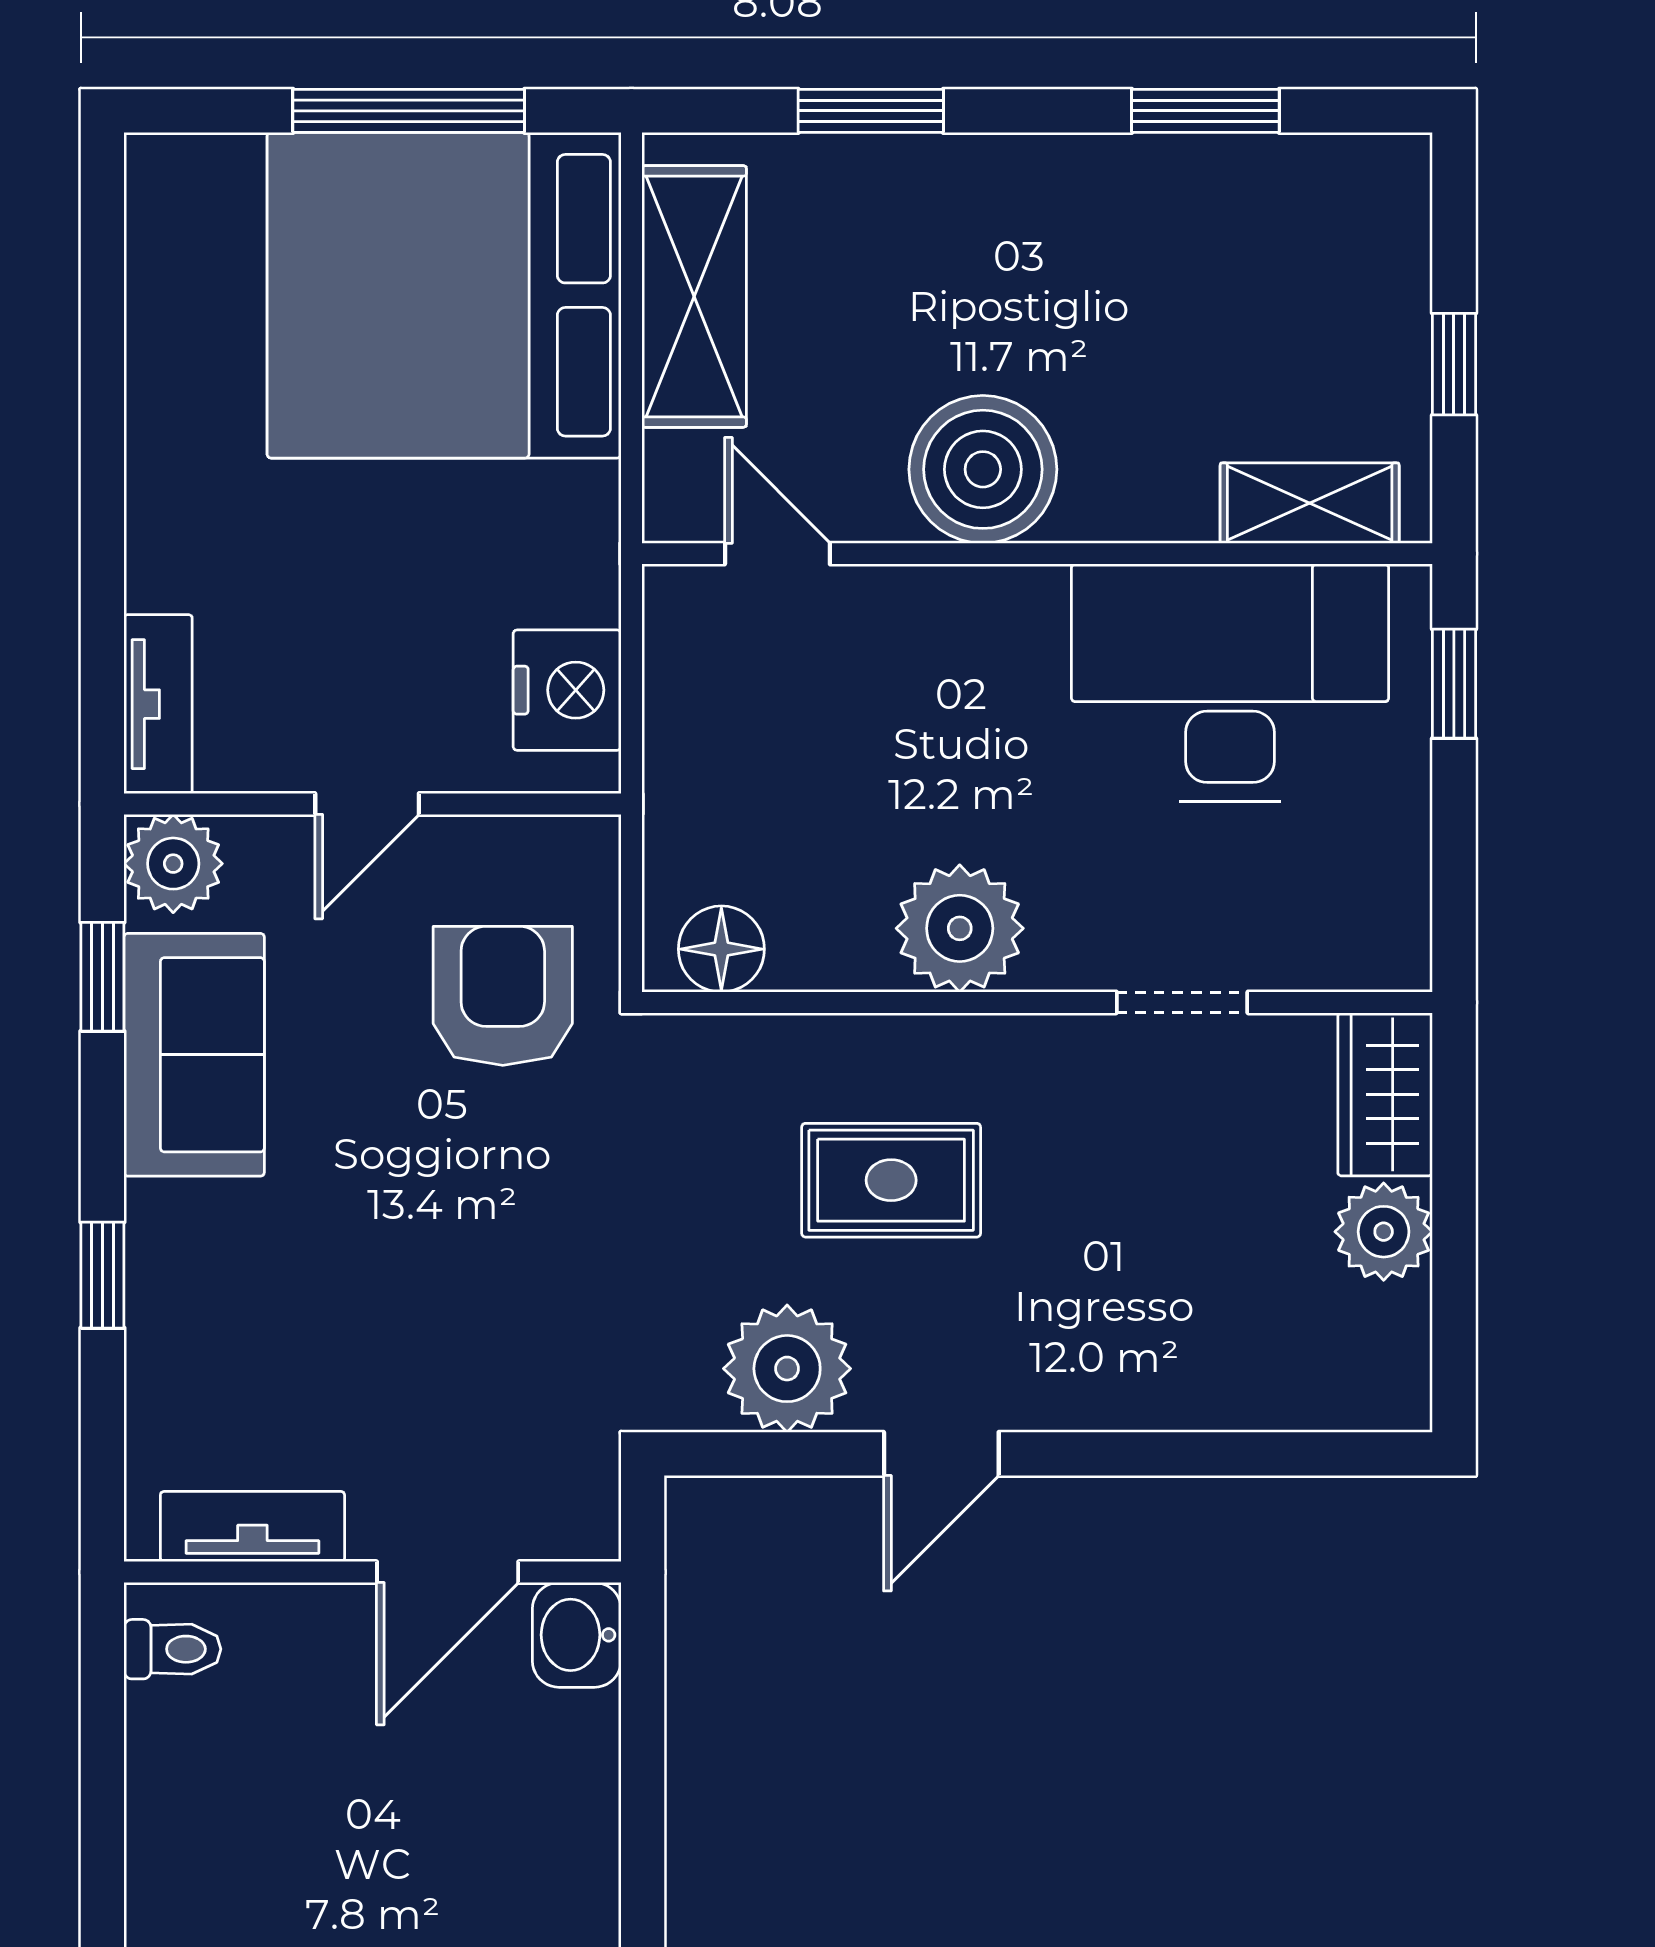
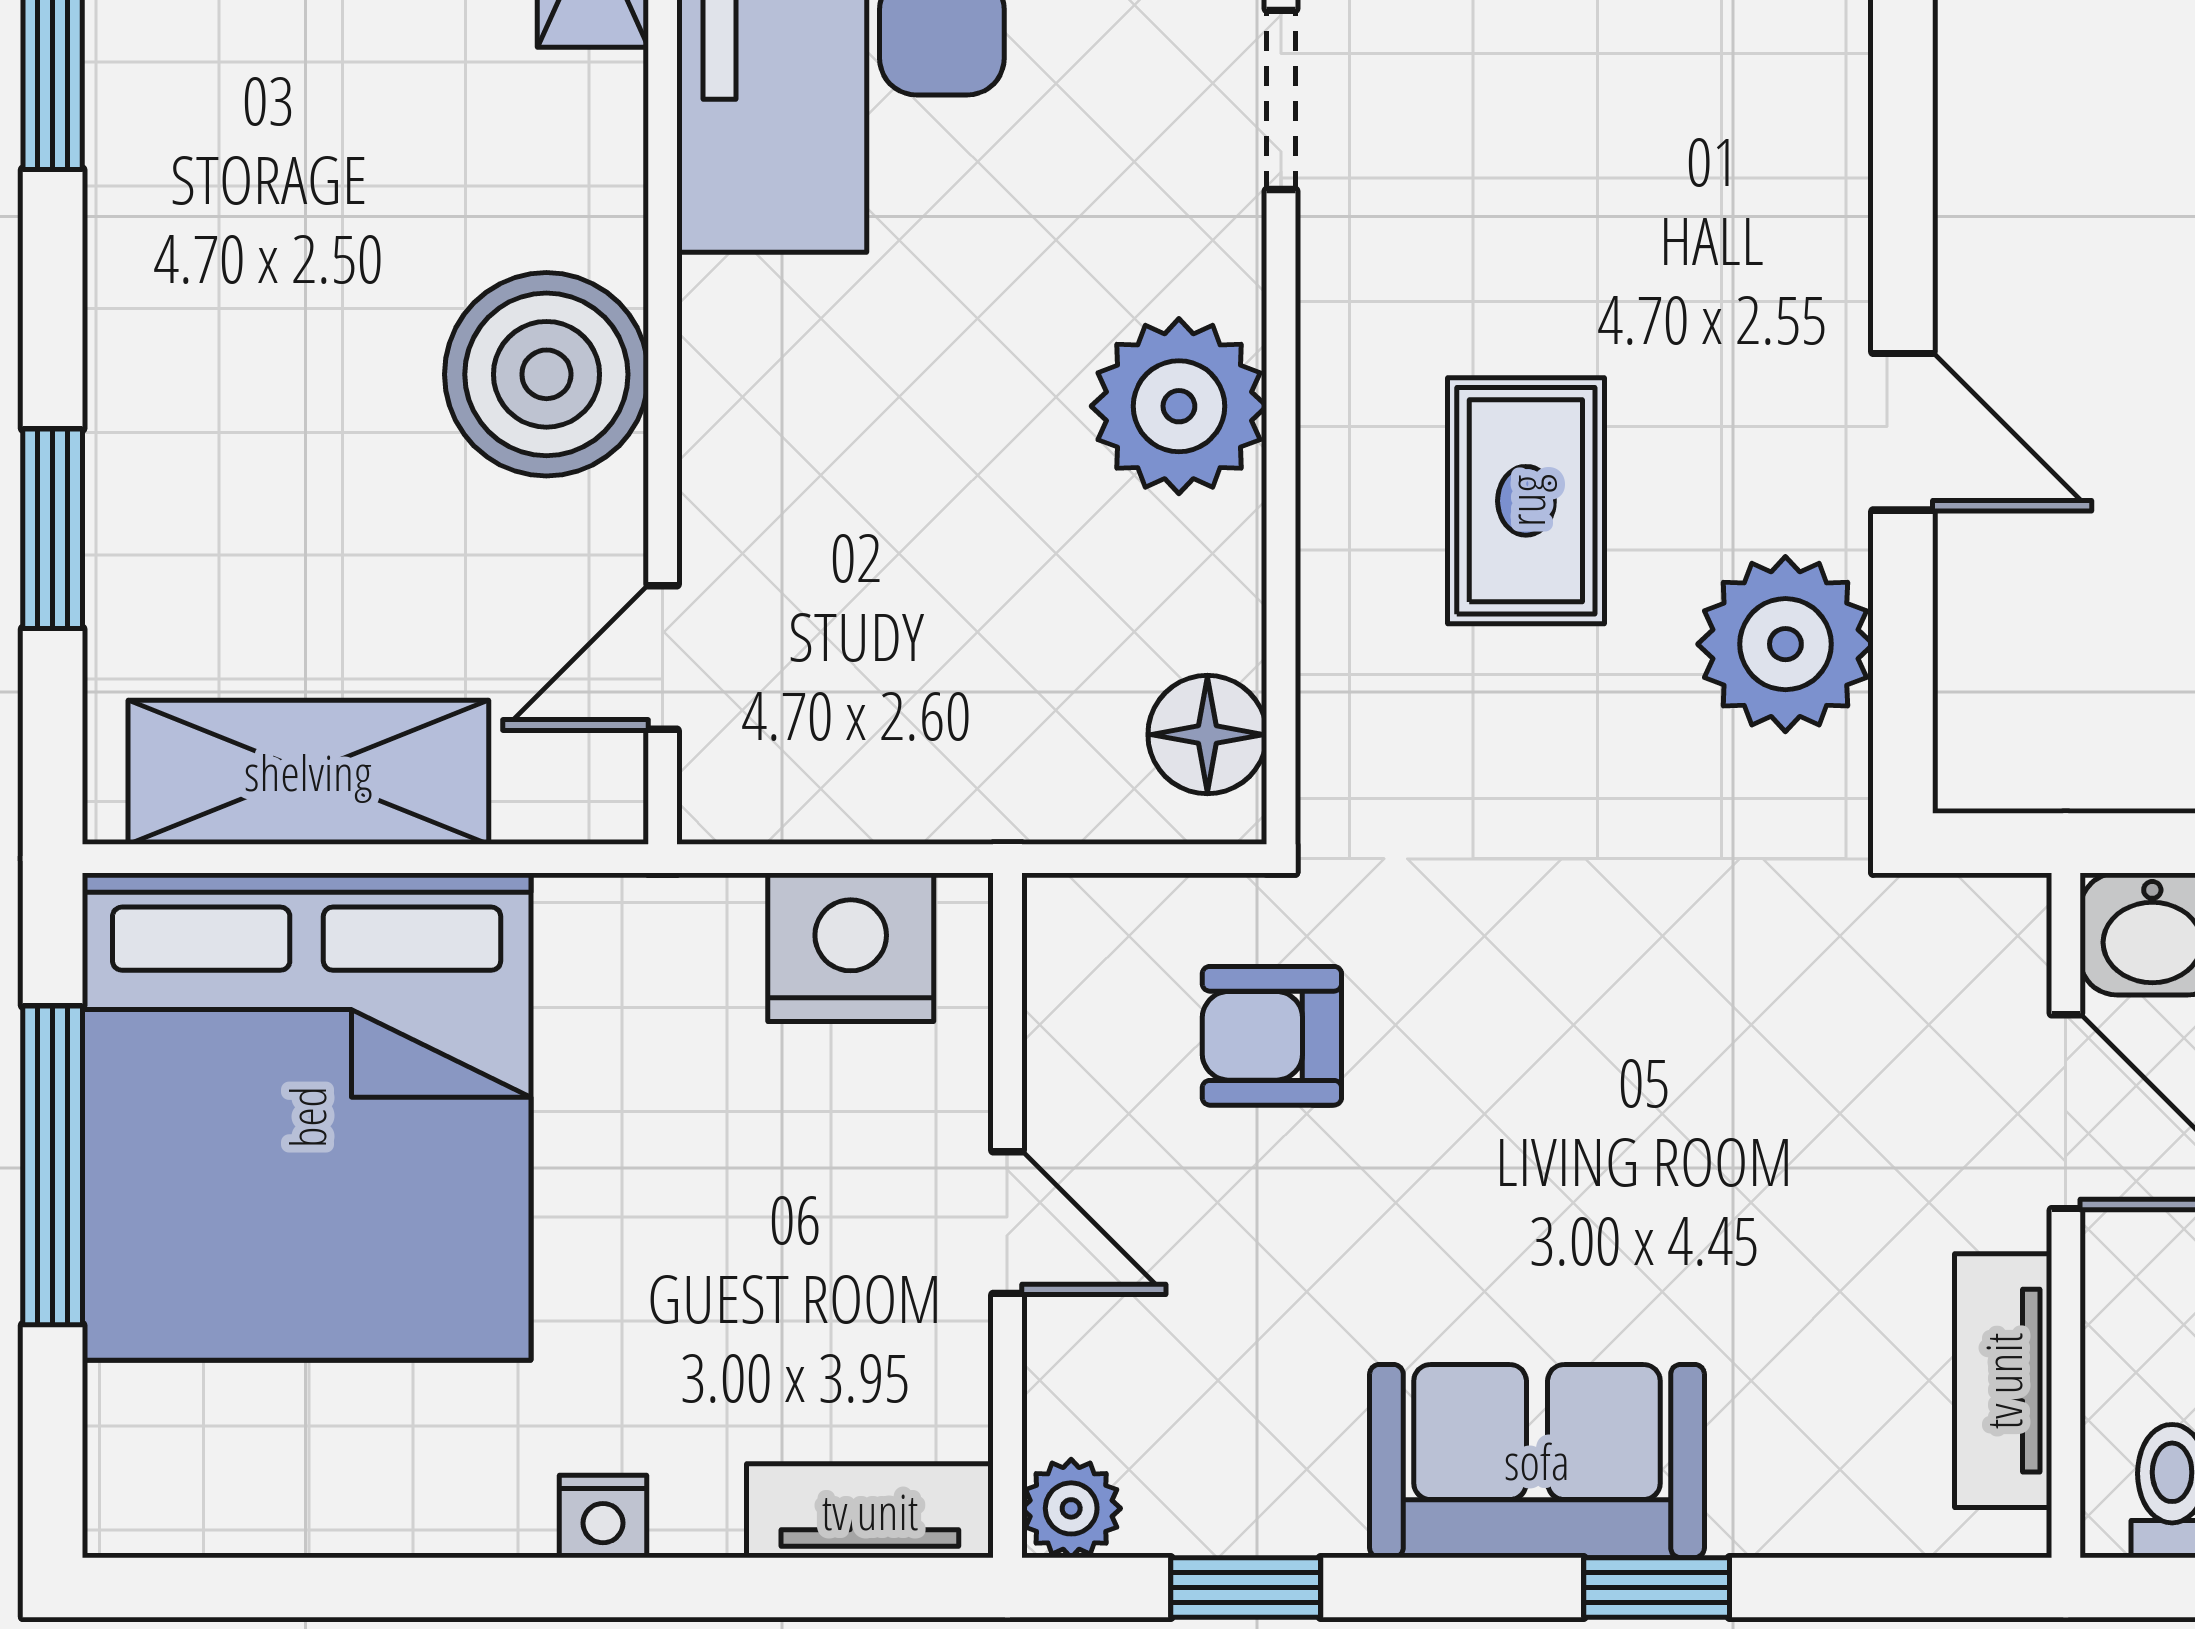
nightstand: (154, 510) -> (603, 1517), added
plant: (173, 864) -> (1071, 1508), width x0.73, depth x0.73
armchair: (503, 996) -> (1272, 1036), width x0.72, depth x0.72
sofa: (194, 1055) -> (1537, 1461), moved

